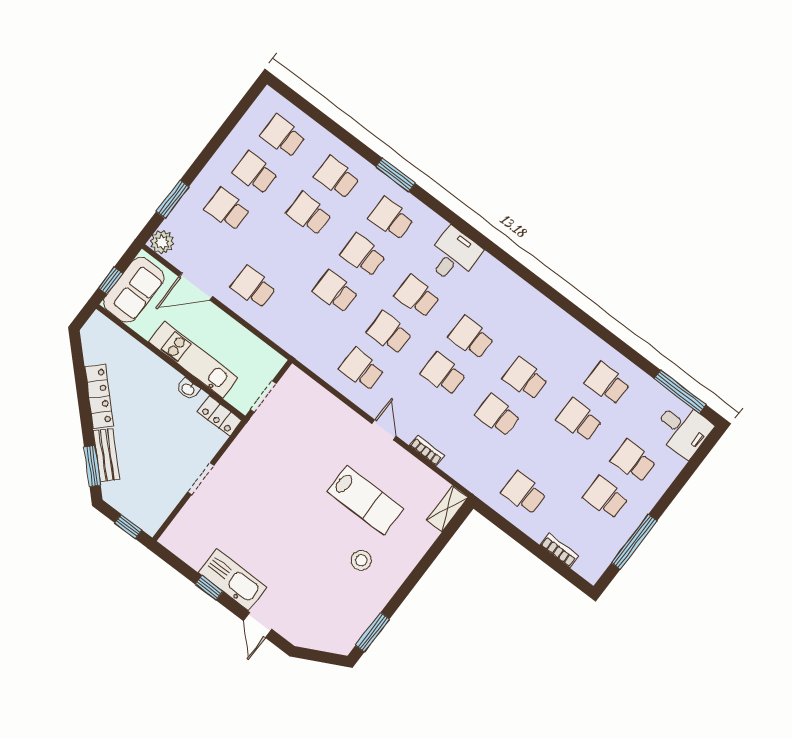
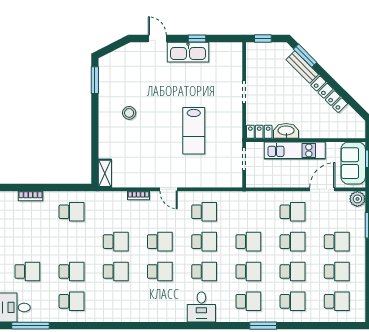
washbasin: (188, 389) -> (286, 131), width x1.91, depth x1.45
school desk: (606, 498) -> (293, 242), moved
lab bench: (365, 500) -> (194, 131), moved, turned -90

